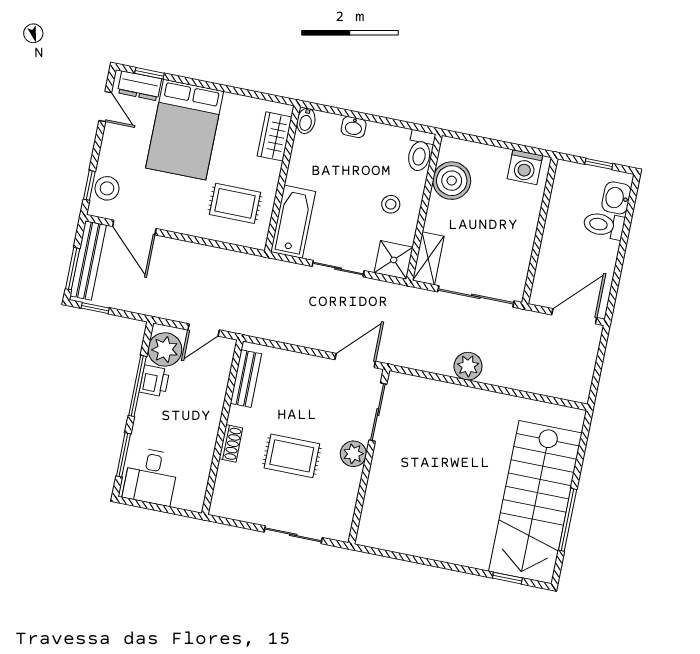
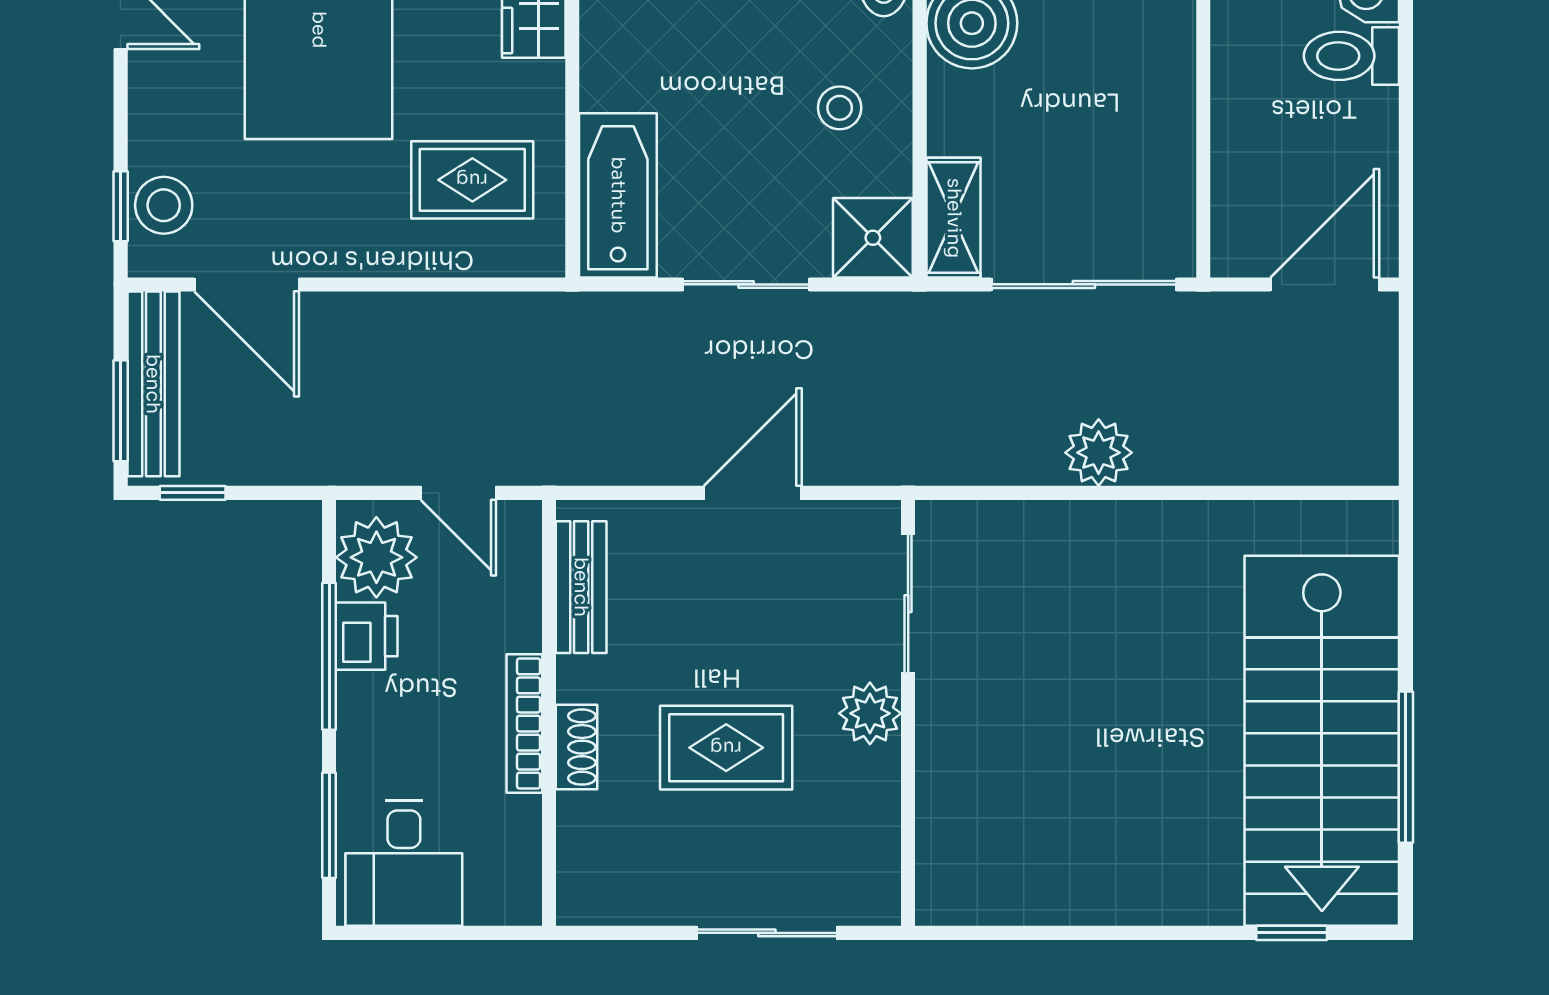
door: (204, 330) -> (458, 493), hinge flipped
door: (355, 361) -> (753, 493), moved
bookcase: (212, 429) -> (524, 724), added

